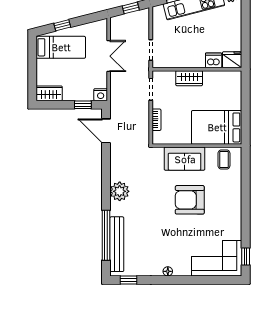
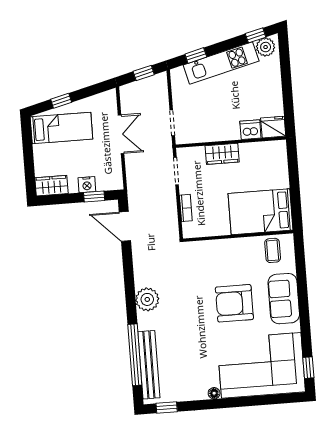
nightstand: (101, 95) -> (87, 185), moved
sofa: (185, 159) -> (284, 299), moved, turned 90
corner sofa: (217, 258) -> (261, 365), width x1.36, depth x1.36

